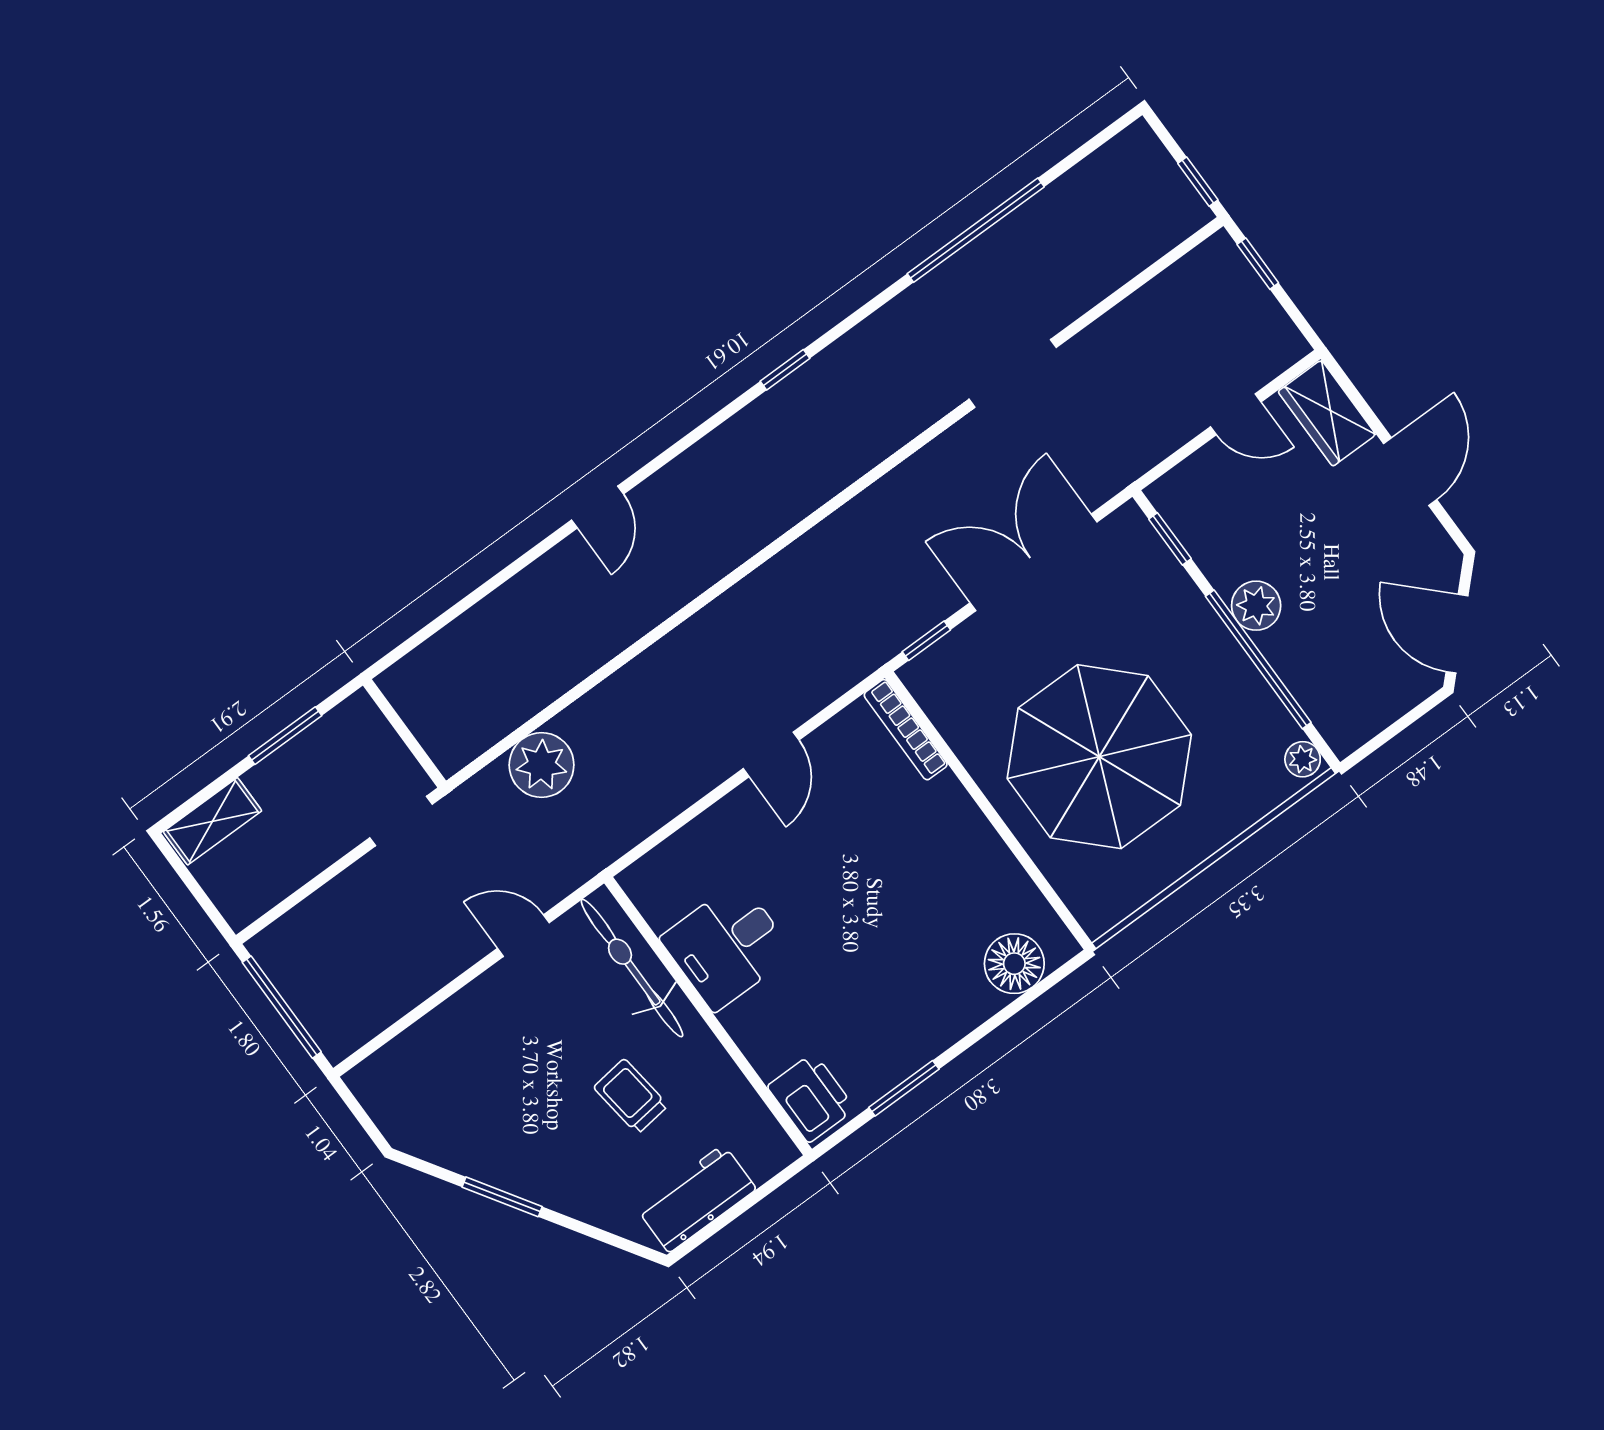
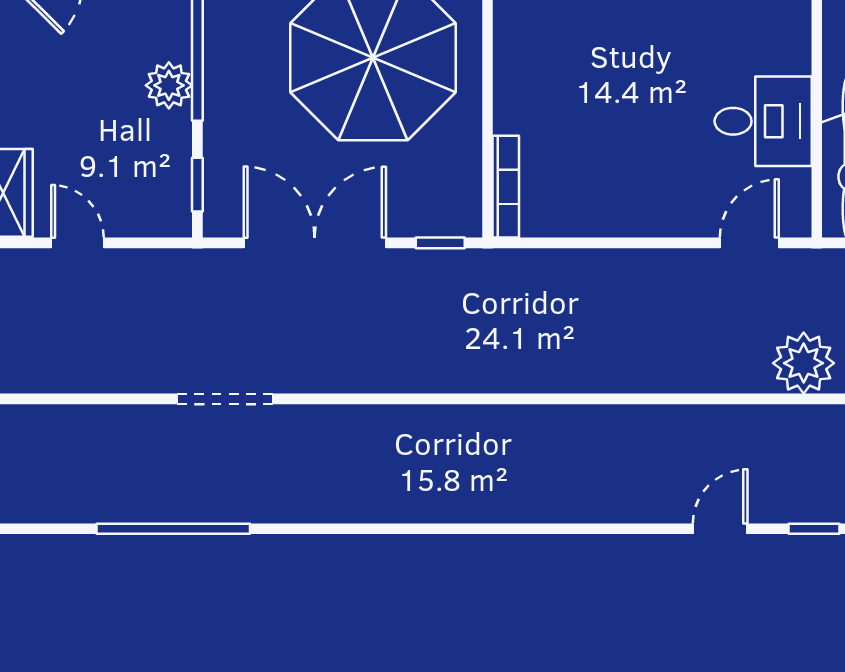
window: (785, 370) -> (814, 529), moved
door: (597, 507) -> (720, 529), moved
double door: (1033, 562) -> (315, 243), swing flipped
door: (771, 754) -> (749, 243), moved

